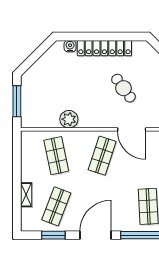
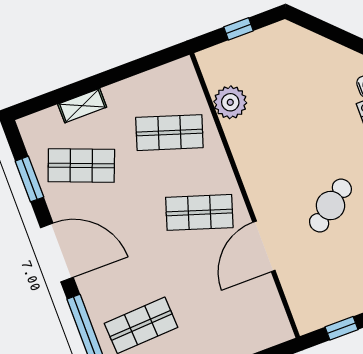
window: (17, 101) -> (238, 29), width x0.46
plant: (69, 119) -> (230, 102), moved
shop shelf: (56, 156) -> (169, 133), turned 30

